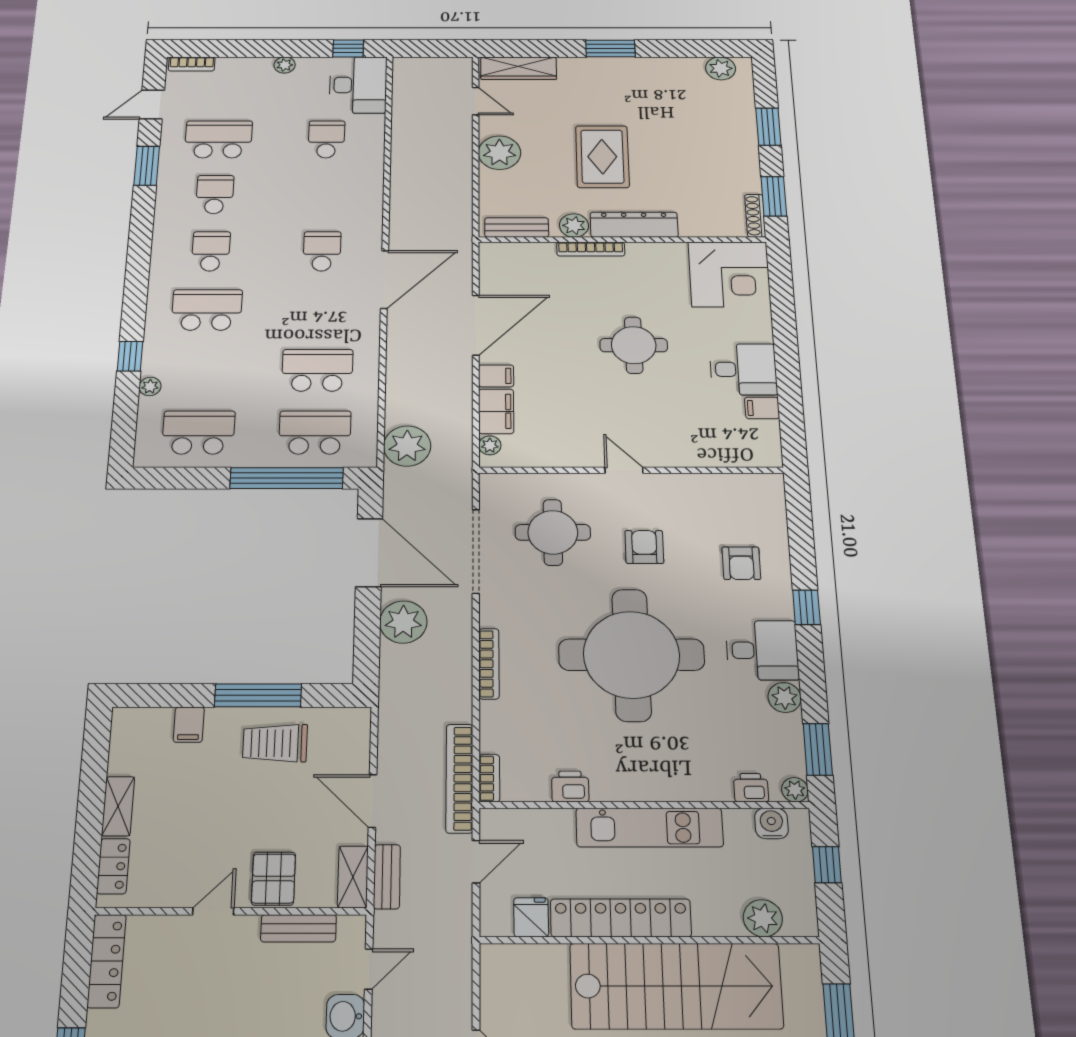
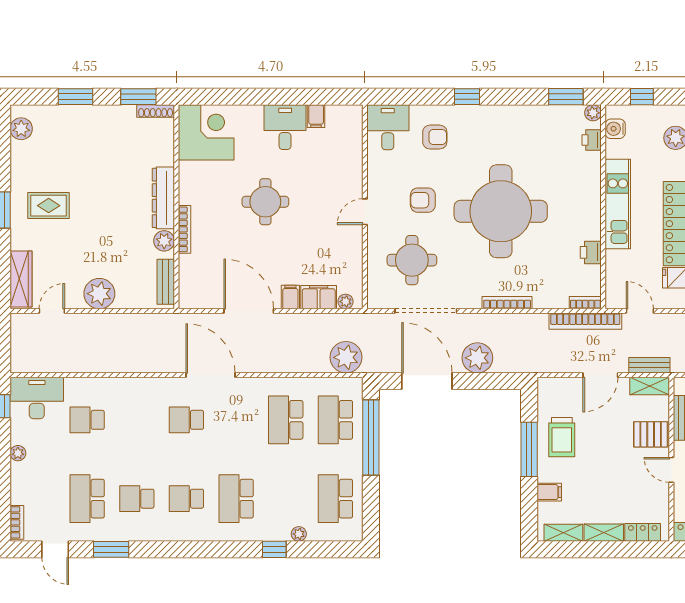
rug: (602, 157) -> (49, 206), moved, width x0.73, depth x0.70
door: (369, 553) -> (427, 381), hinge flipped
desk: (762, 650) -> (388, 127), moved
plant: (785, 698) -> (531, 115), removed
shelving: (123, 745) -> (563, 533), added

